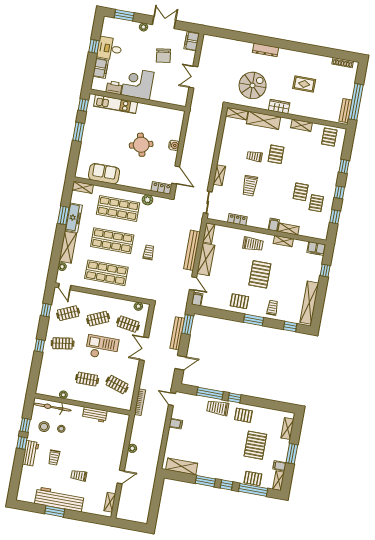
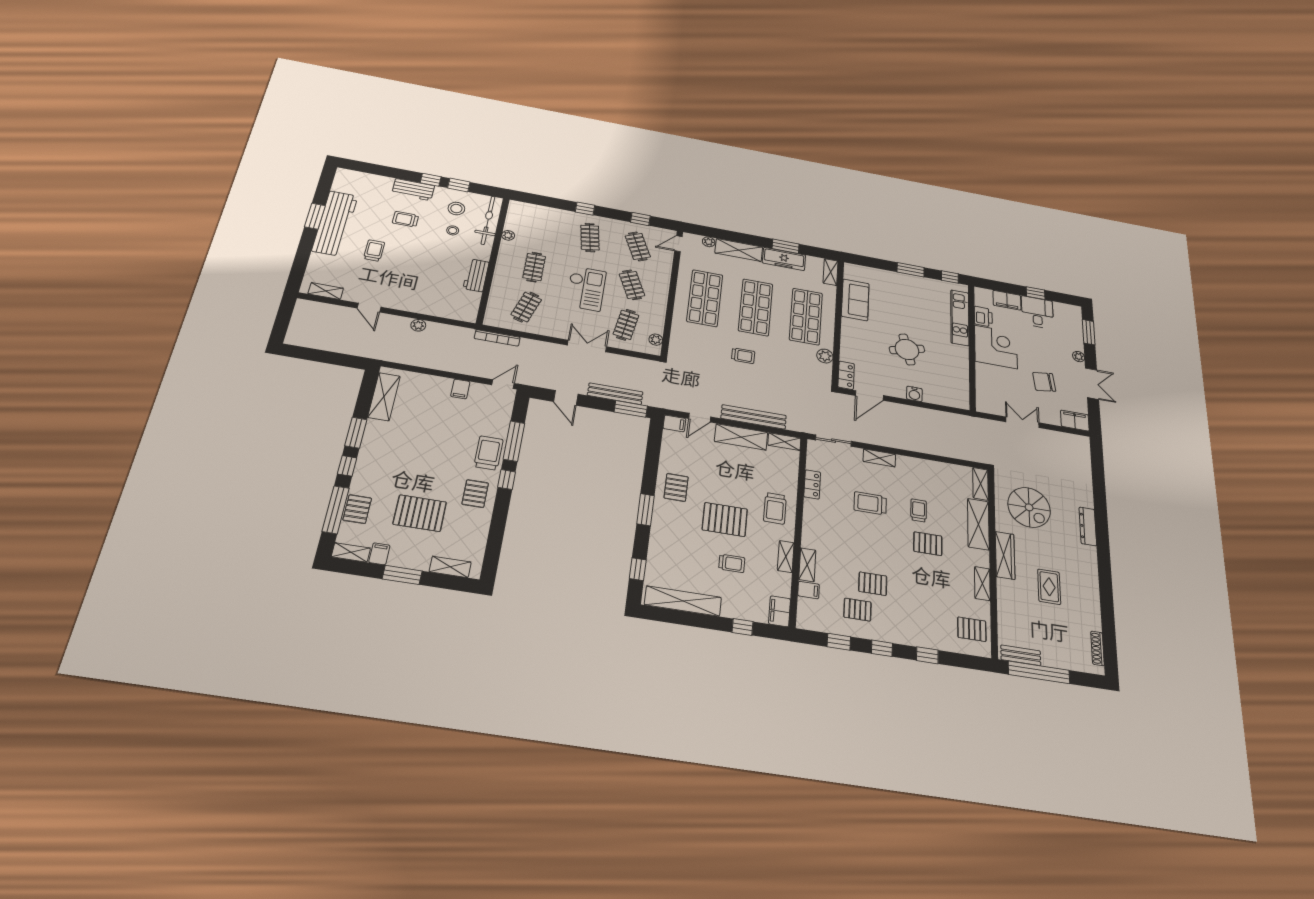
wardrobe: (279, 107) -> (1005, 555), width x1.50
filing cabinet: (274, 225) -> (809, 590), moved
trolley: (272, 308) -> (732, 563), moved

